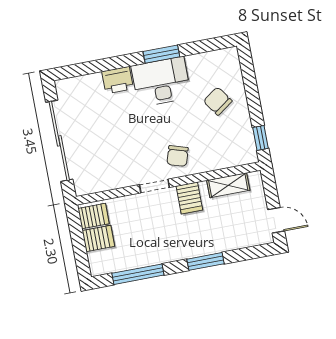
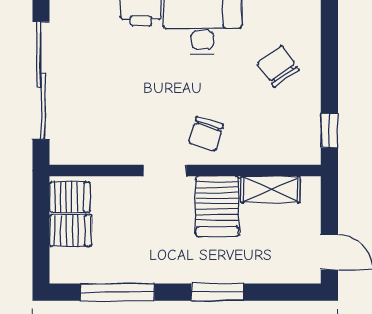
server rack: (189, 198) -> (217, 206), width x1.36, depth x1.44

